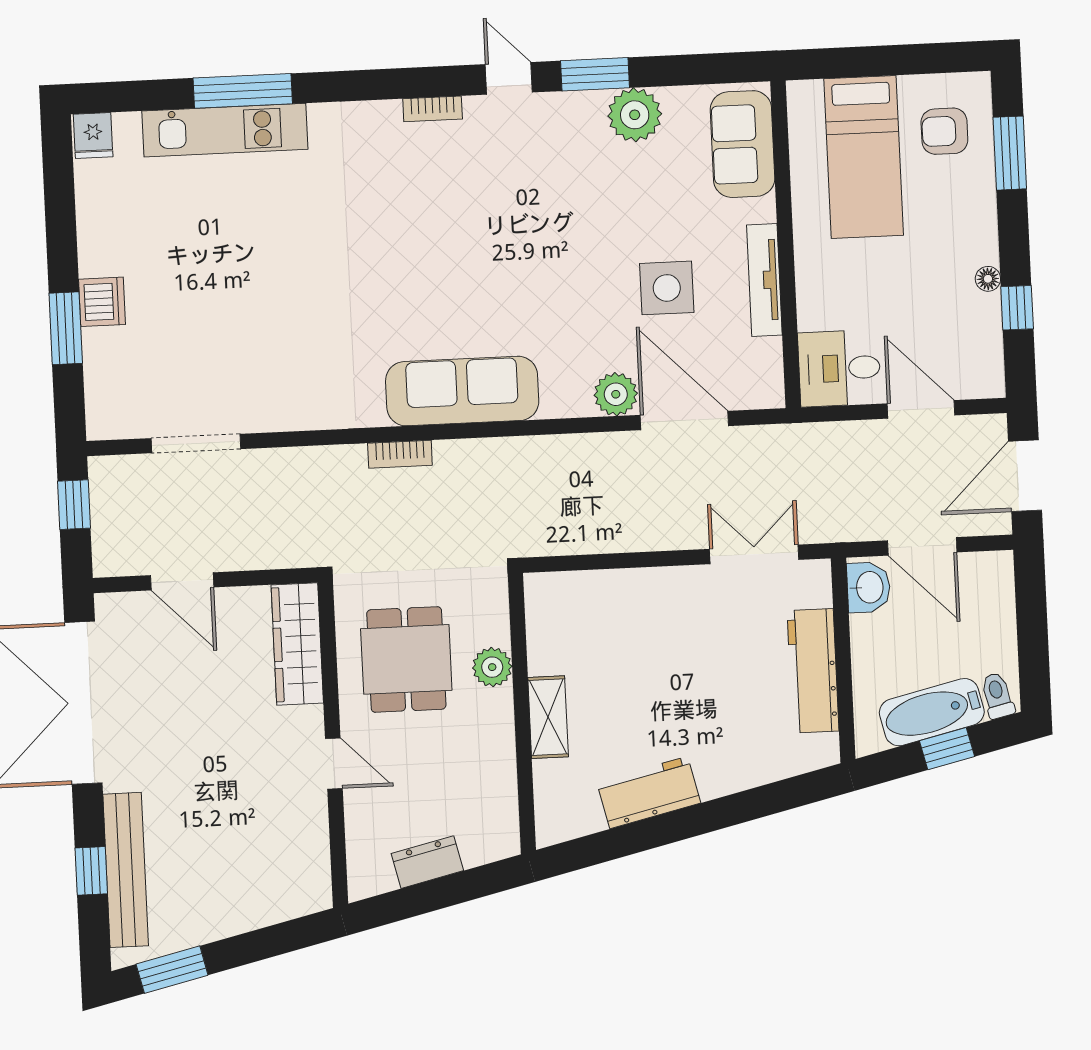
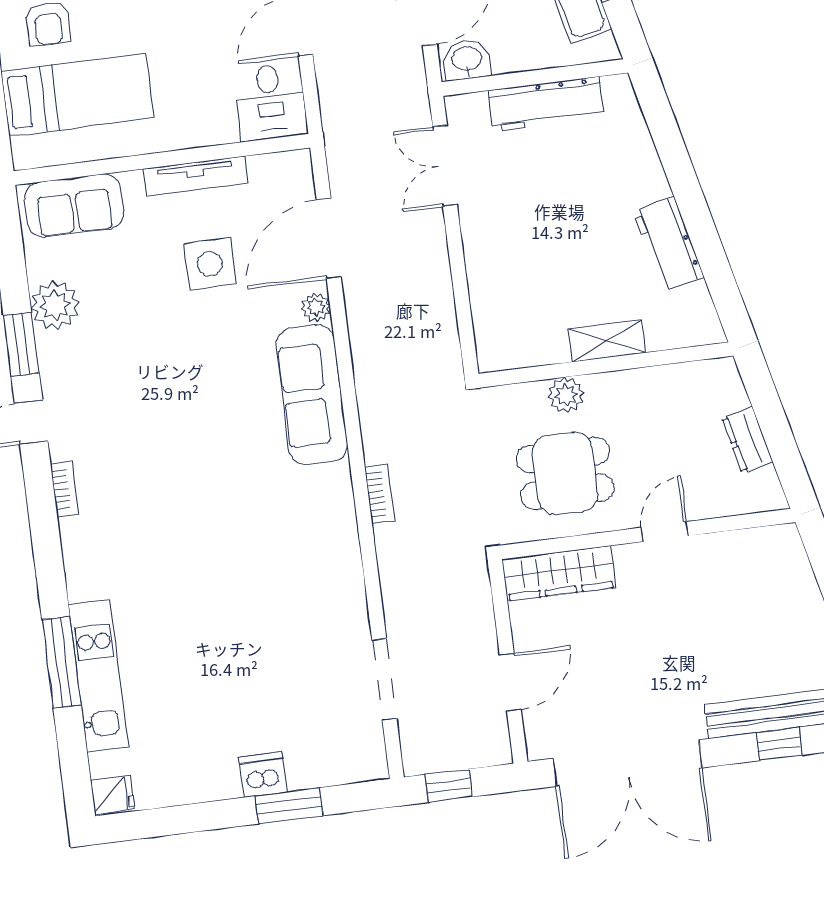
sofa: (462, 391) -> (312, 395), moved
plant: (616, 394) -> (316, 307), width x0.73, depth x0.73

